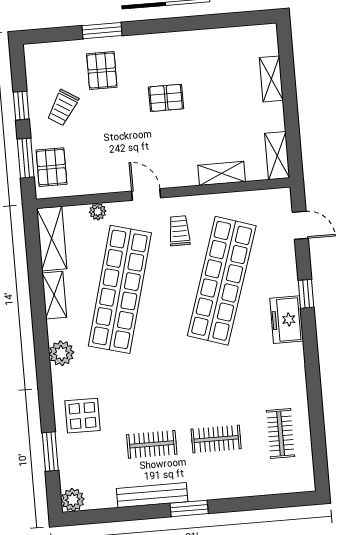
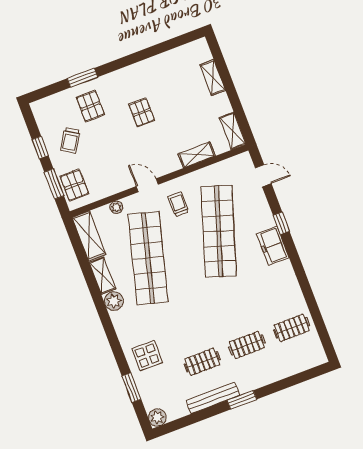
pallet: (166, 98) -> (142, 112), turned 90
plant: (61, 353) -> (114, 301), moved
clothes rail: (281, 434) -> (292, 328), turned 90

